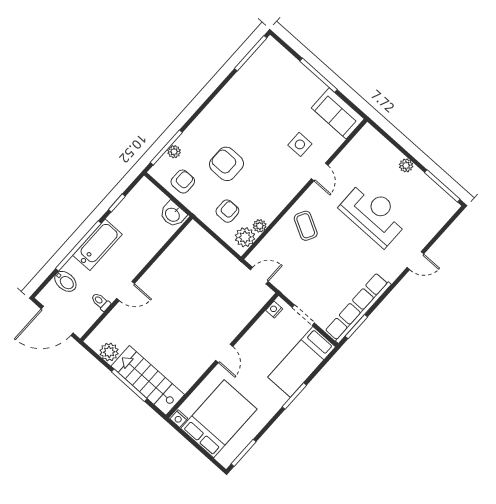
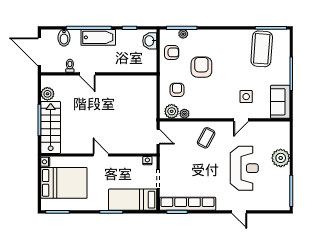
coffee table: (264, 83) -> (262, 49), added
plant: (406, 165) -> (281, 158), width x1.88, depth x1.88
armchair: (227, 211) -> (177, 90), turned -90
washbasin: (173, 214) -> (150, 41), moved
door: (224, 353) -> (101, 155), swing flipped

